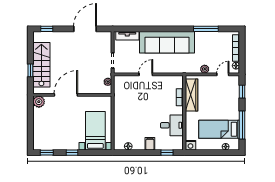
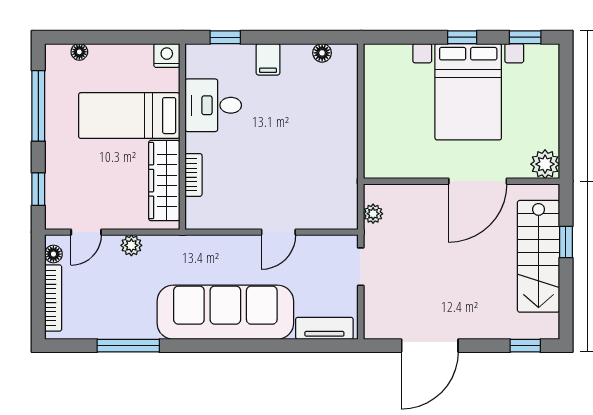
bed: (219, 129) -> (129, 116), moved, turned 180
bed with nightstands: (95, 131) -> (468, 92), moved, width x1.36

